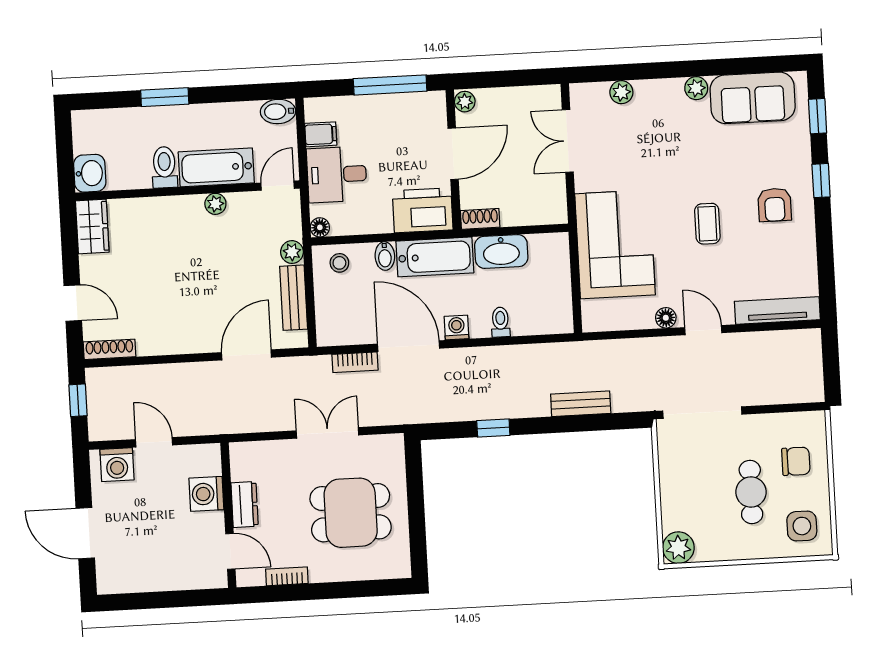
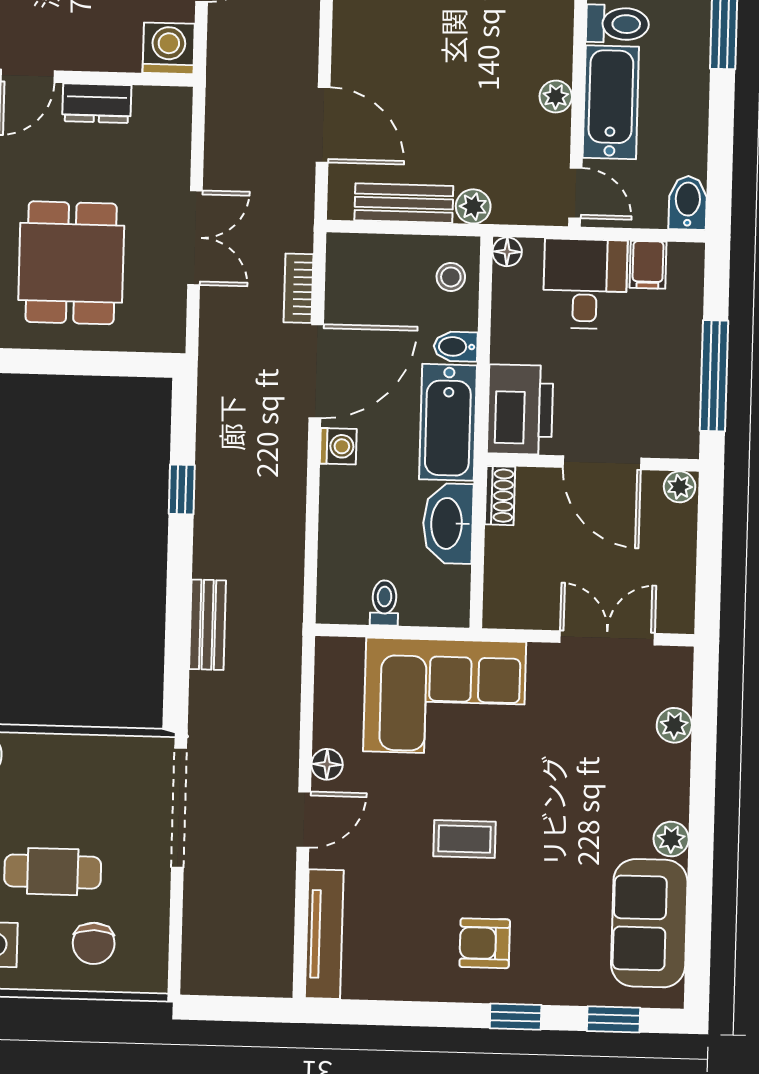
toilet: (500, 322) -> (384, 603), moved, turned -90
washing machine: (206, 494) -> (169, 48), moved

